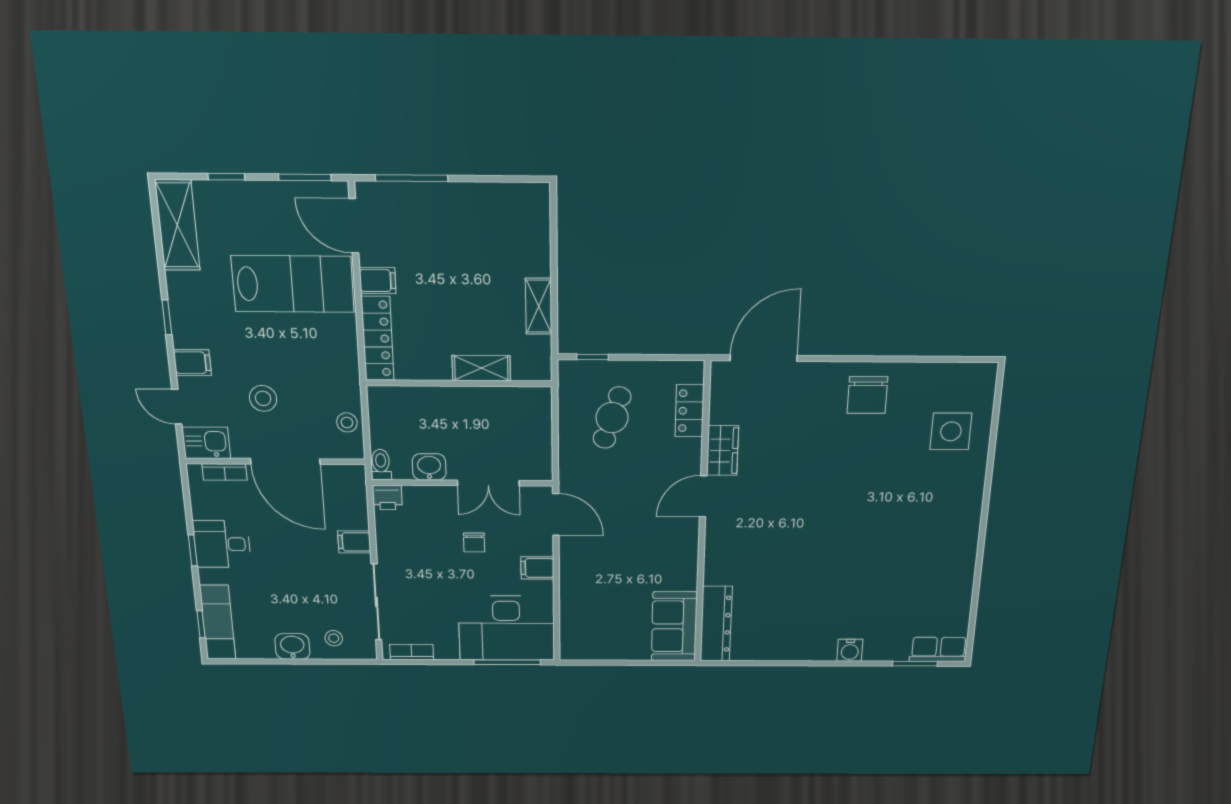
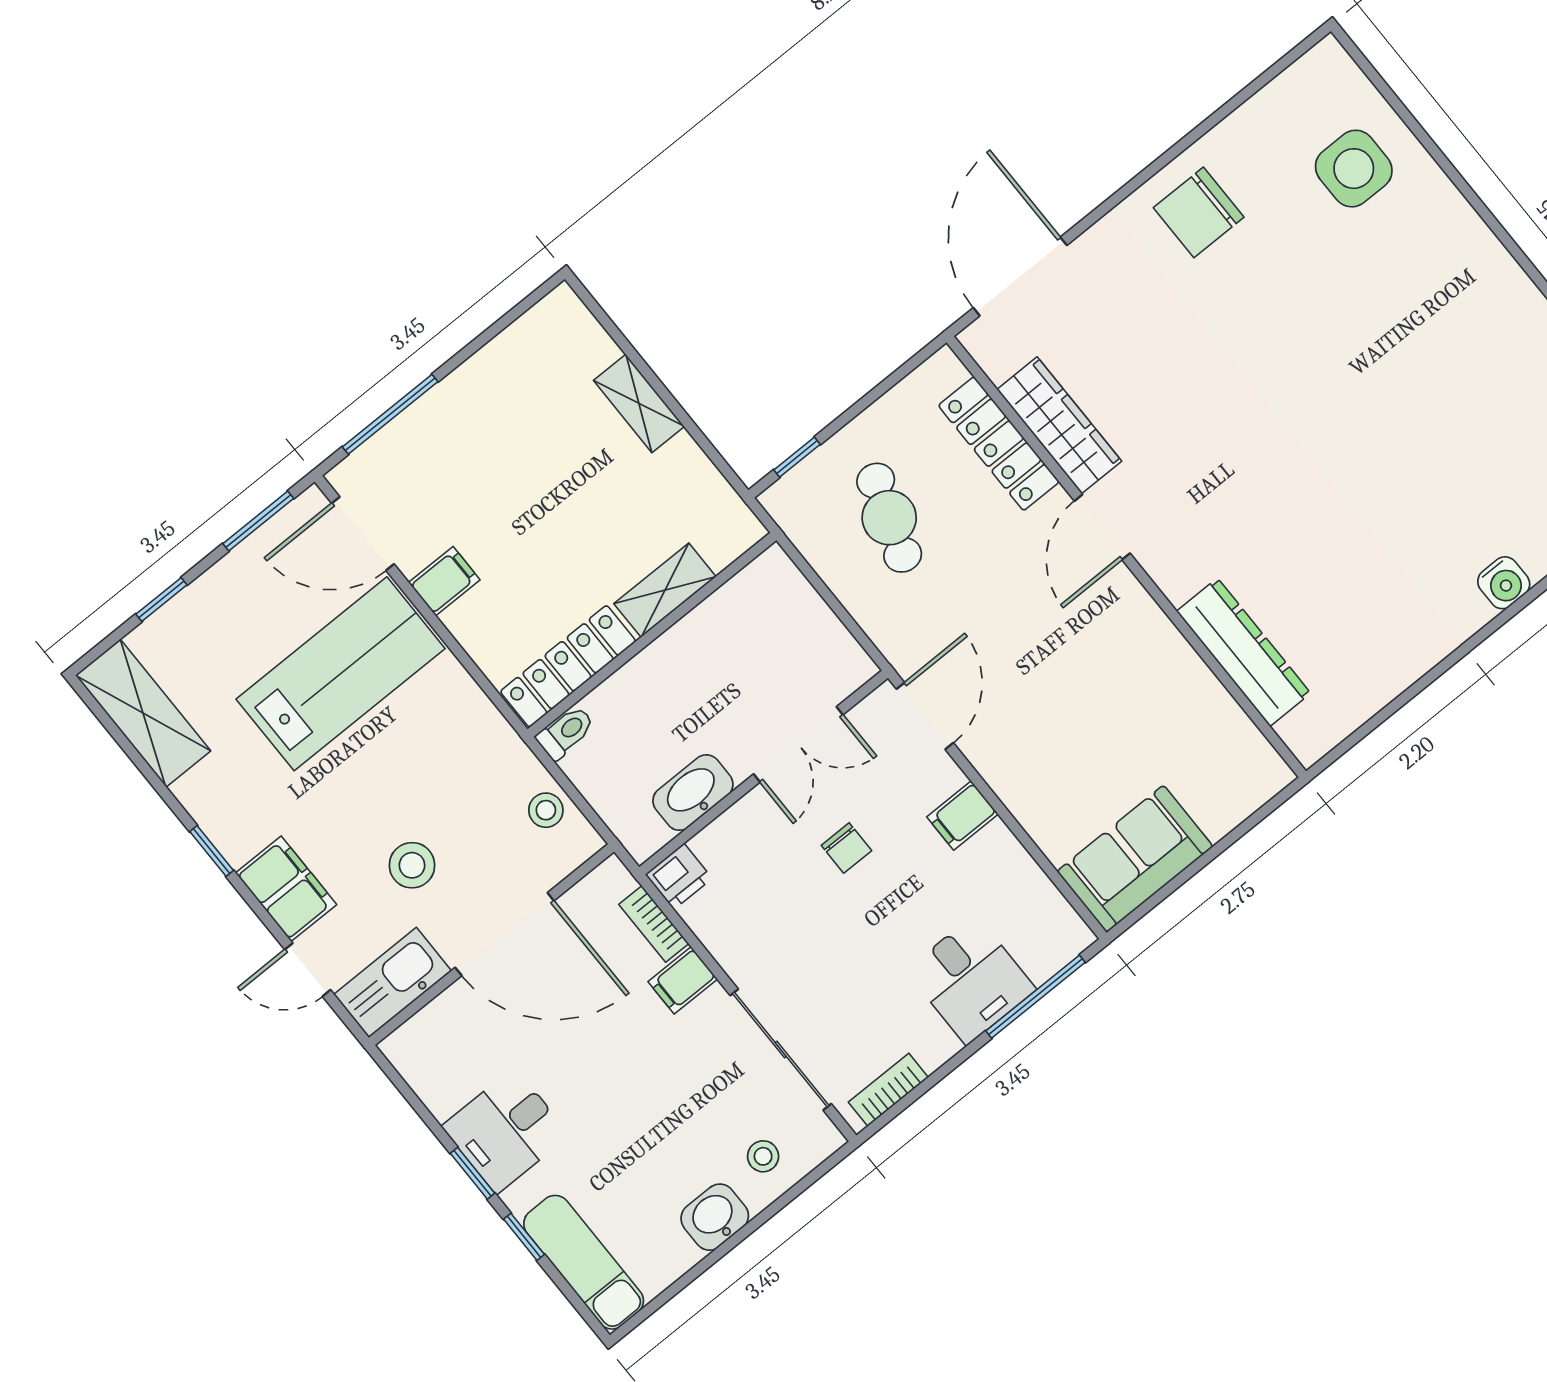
shelving: (539, 306) -> (639, 403), moved
locker: (378, 339) -> (568, 666), moved, turned -90
filing cabinet: (192, 363) -> (286, 889), width x2.00
chair: (867, 395) -> (1199, 212), turned 90
locker: (690, 411) -> (999, 444), width x1.53
kitchen sink: (206, 443) -> (393, 983), width x1.38
wardrobe: (722, 451) -> (1059, 425), width x1.50
toilet: (381, 465) -> (566, 732), moved, turned 90
washbasin: (429, 467) -> (693, 793), width x1.38
bookcase: (224, 472) -> (654, 924), moved, turned 90
door: (556, 515) -> (925, 716), hinge flipped
window: (201, 624) -> (524, 1237), moved
dresser: (716, 624) -> (1244, 652), moved
sofa: (674, 626) -> (1135, 859), moved, turned 90
desk: (506, 628) -> (971, 980), width x0.53, depth x0.77

